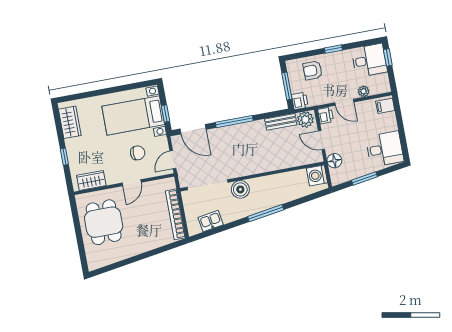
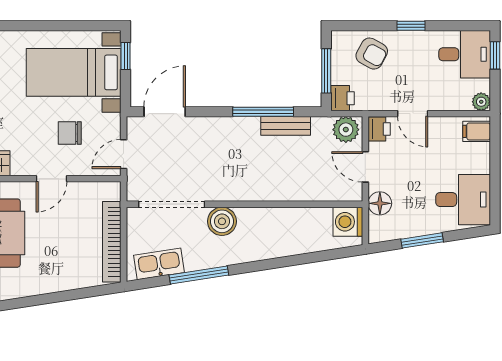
armchair: (313, 70) -> (372, 54), turned -151
plant: (364, 91) -> (481, 102), moved
window: (166, 114) -> (126, 56), moved
window: (234, 122) -> (263, 112), moved
bench: (281, 122) -> (286, 126), moved
door: (193, 129) -> (165, 112), swing flipped
chair: (138, 153) -> (70, 133), turned 180
window: (266, 213) -> (199, 275), moved
kitchen sink: (211, 221) -> (159, 264), width x1.38

